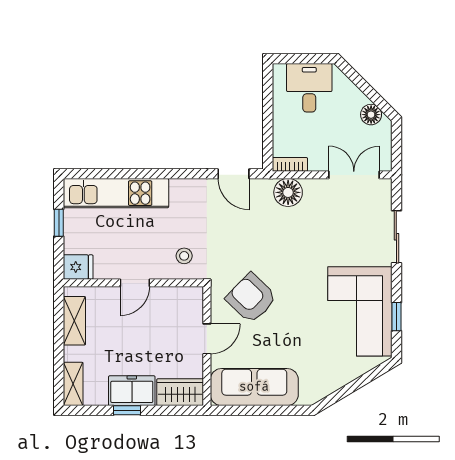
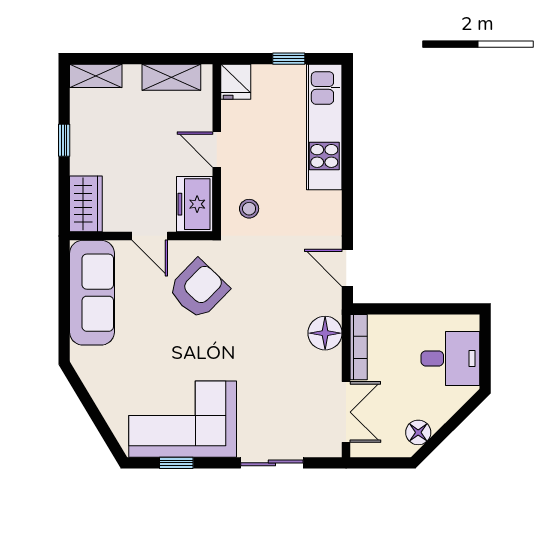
bookcase: (290, 164) -> (359, 347), width x1.56
door: (234, 174) -> (347, 268), hinge flipped
freezer: (132, 391) -> (195, 204), moved, turned 180

